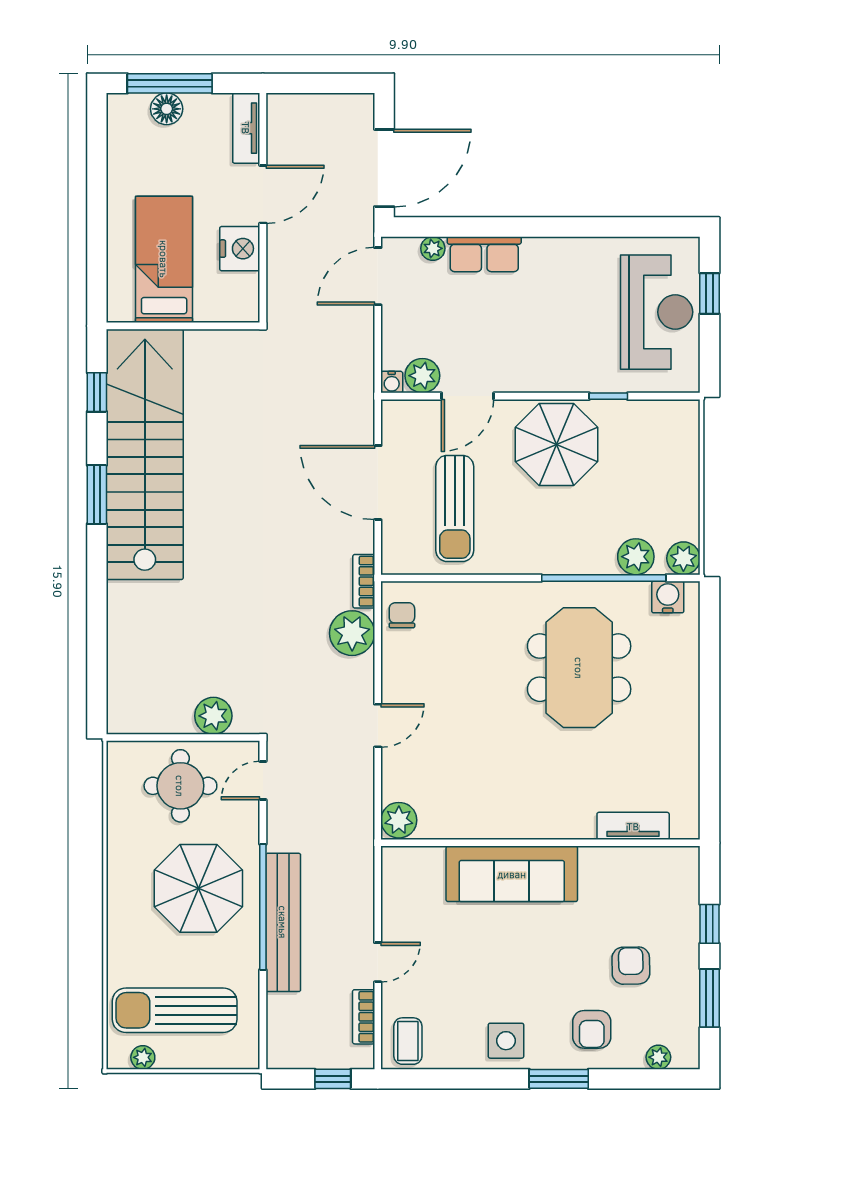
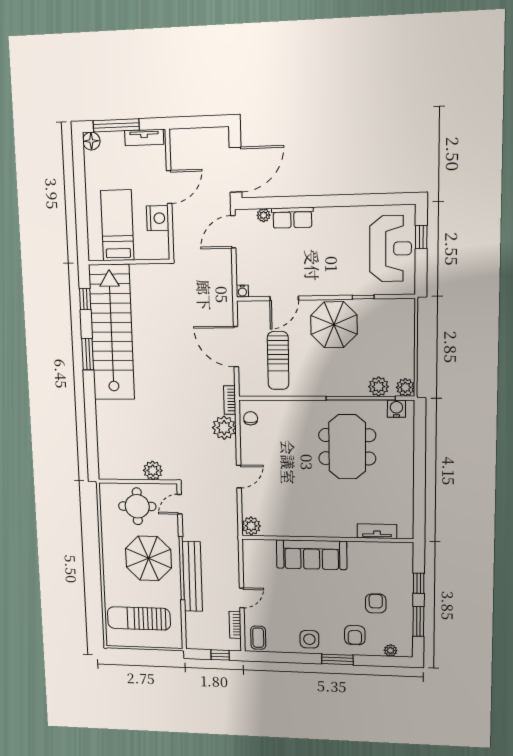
floor lamp: (167, 109) -> (91, 141), moved
tv unit: (246, 128) -> (144, 137), moved, turned -90
plant: (422, 376) -> (259, 287), removed
plant: (143, 1057) -> (124, 641), removed

